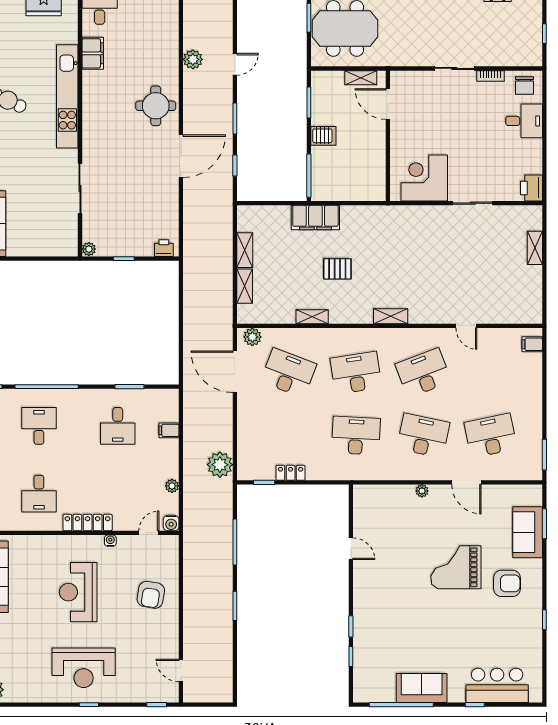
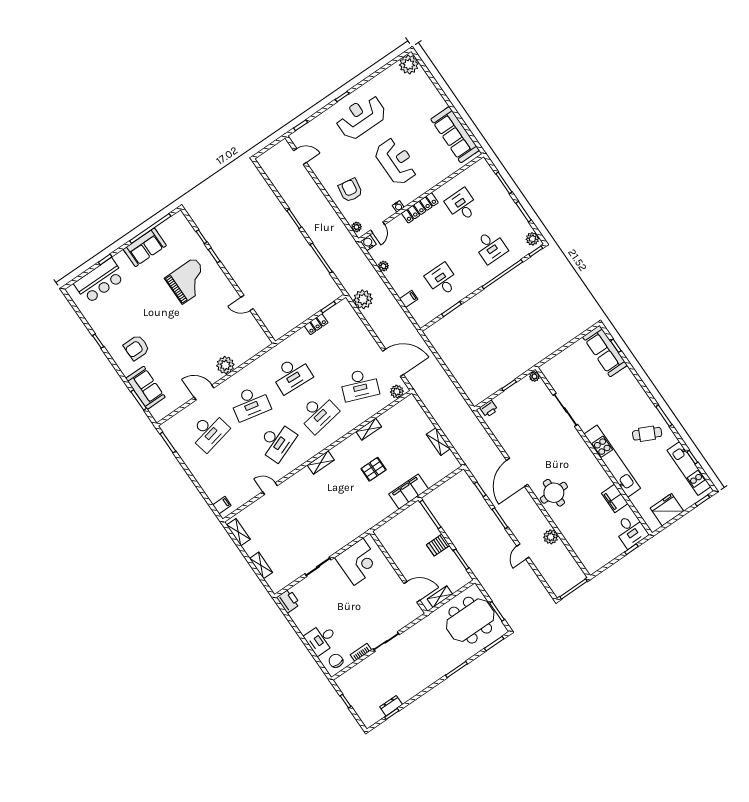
shelving: (245, 286) -> (238, 532), moved
plant: (422, 491) -> (225, 365), width x1.88, depth x1.88
plant: (172, 550) -> (356, 227), added
grand piano: (456, 567) -> (189, 281), moved

